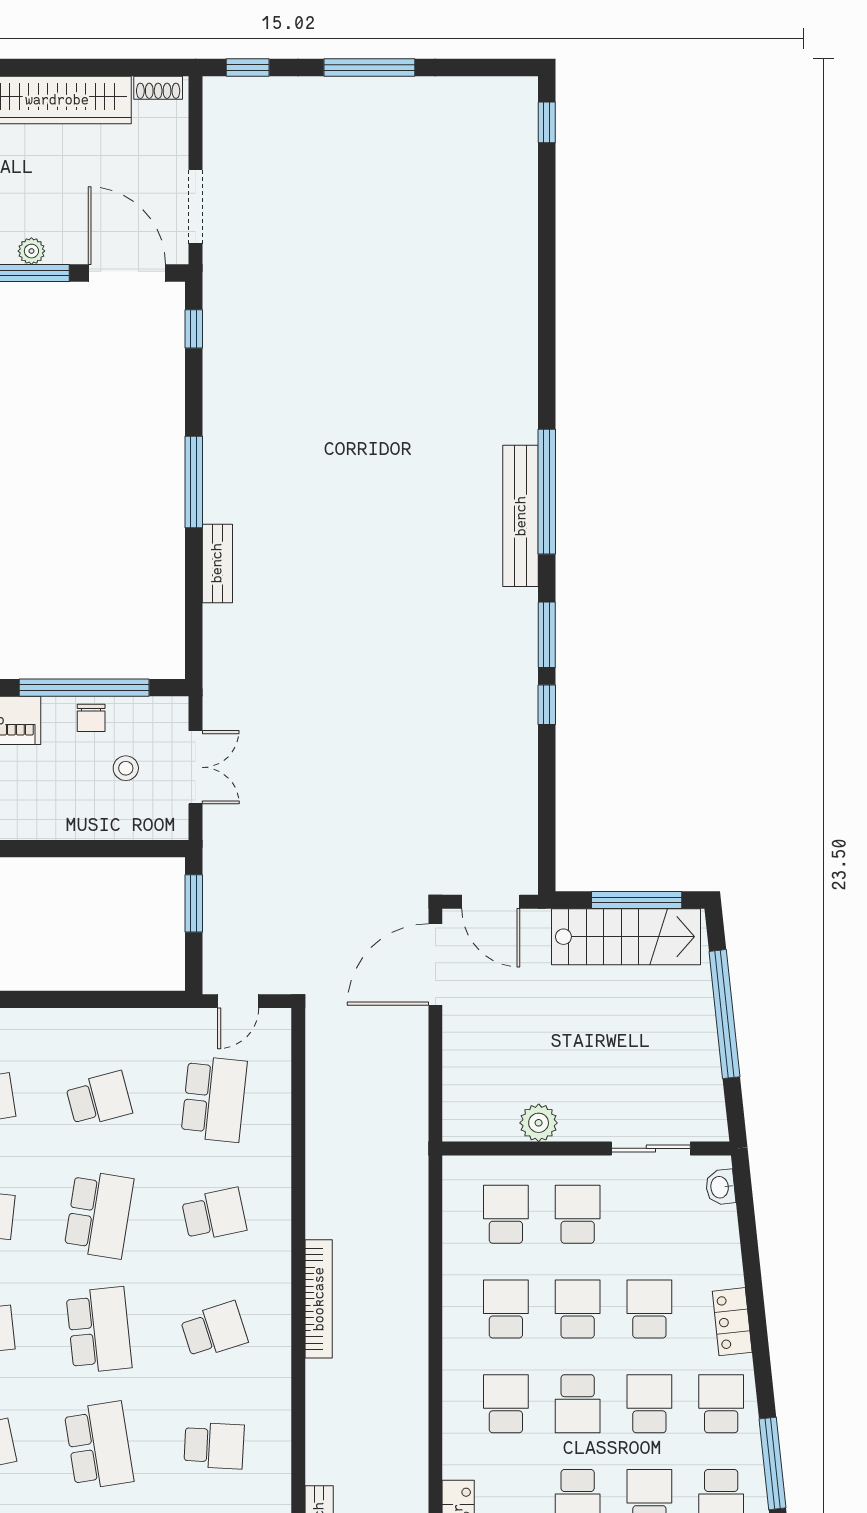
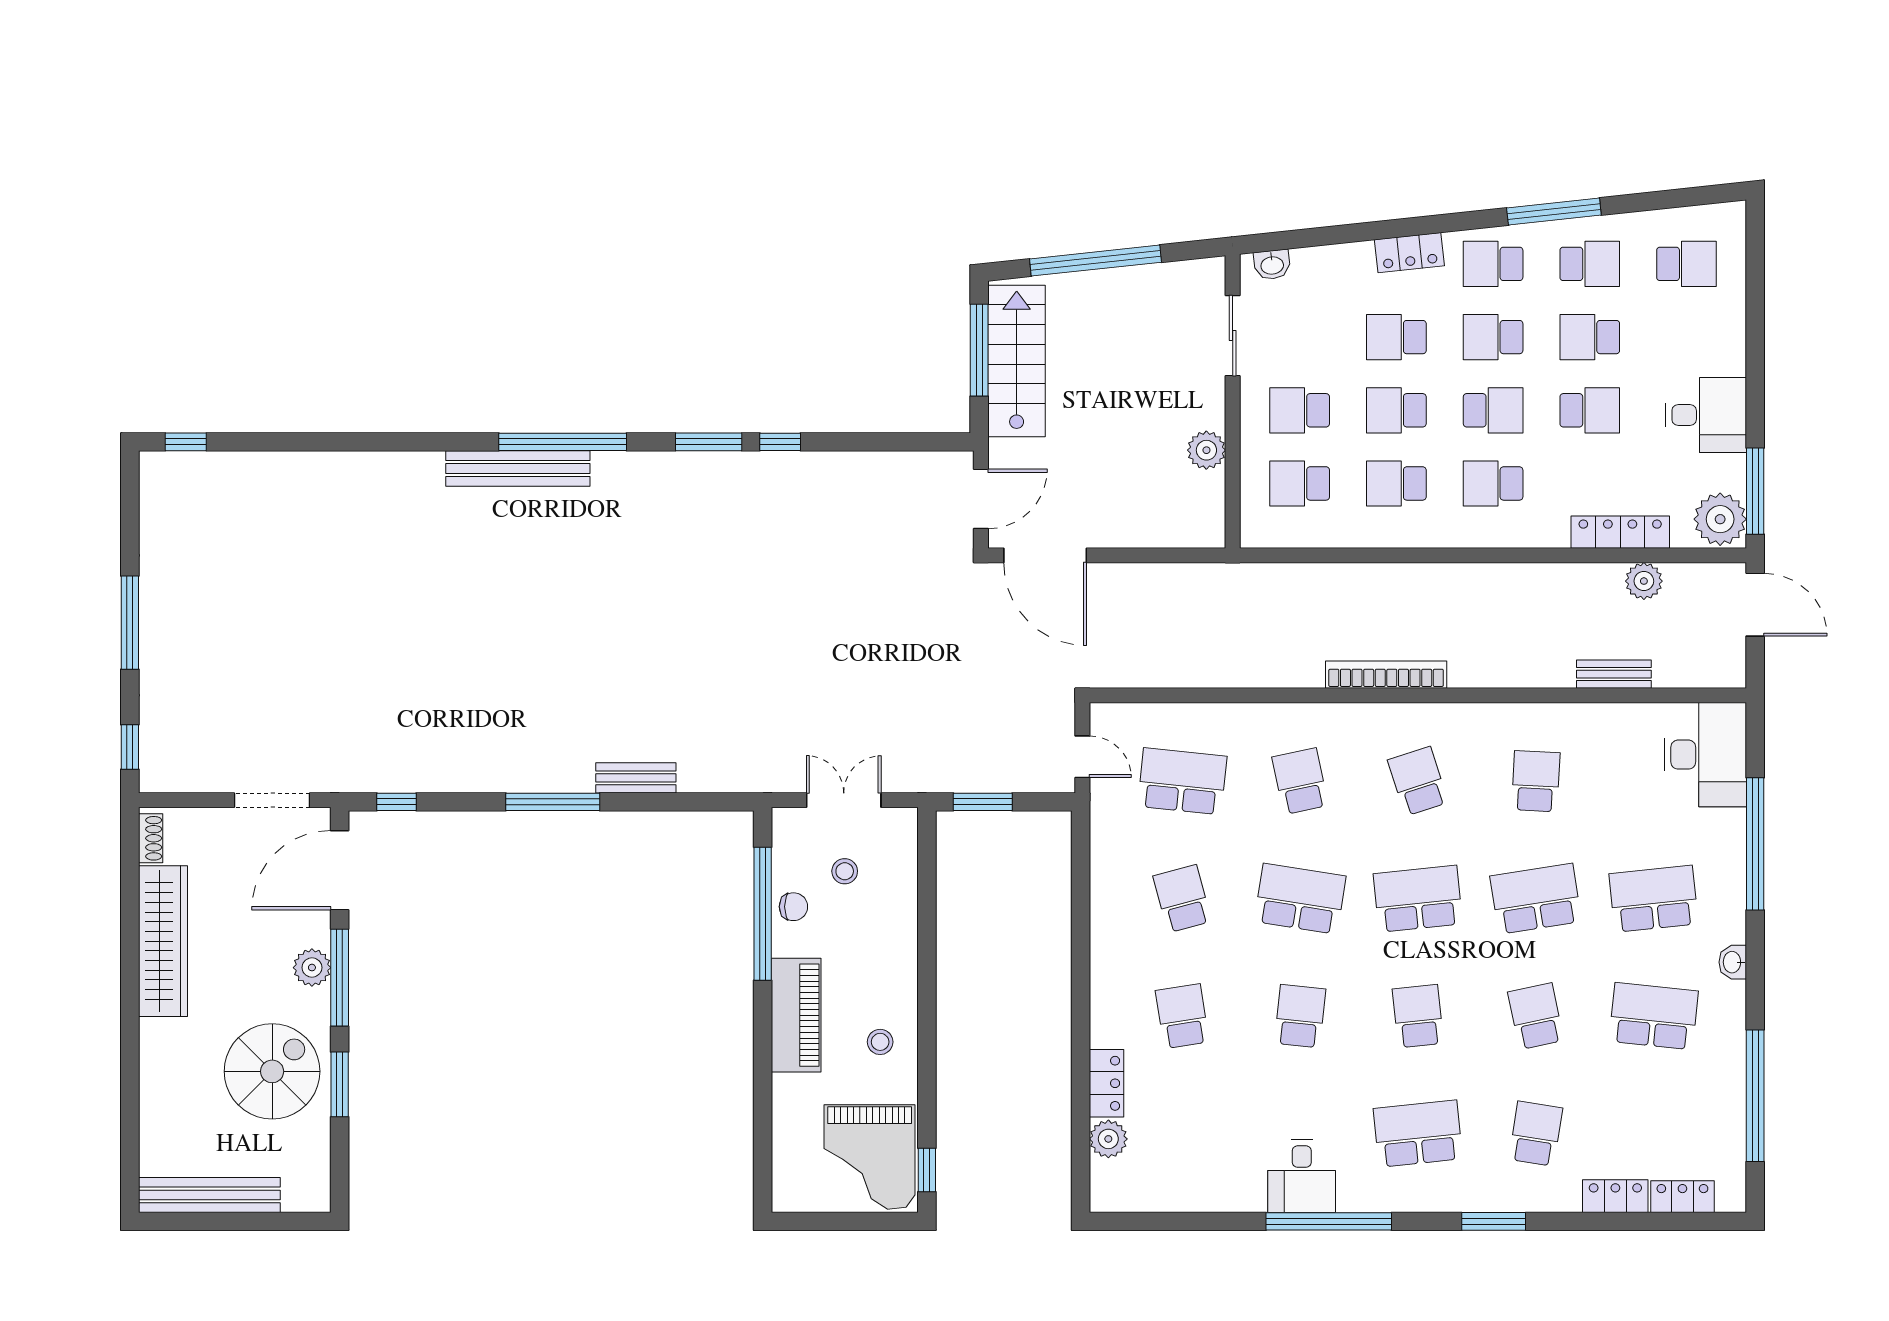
plant: (31, 251) -> (312, 968), width x1.38, depth x1.38
bench: (521, 516) -> (518, 469), moved

